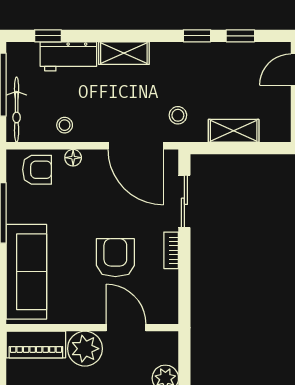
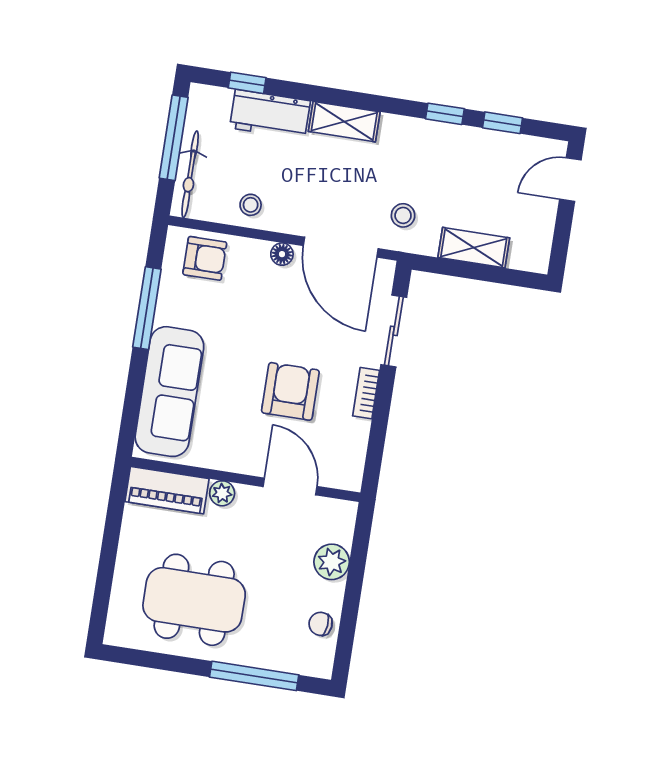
floor lamp: (73, 158) -> (282, 254), moved
plant: (85, 349) -> (222, 493), width x0.53, depth x0.53

